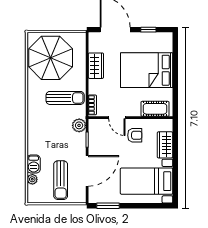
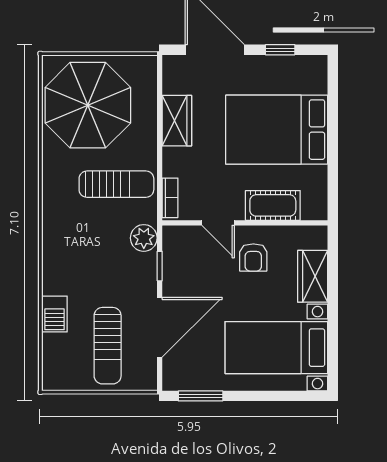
cot: (155, 109) -> (273, 205), moved
armchair: (135, 135) -> (253, 257), turned 90
plant: (32, 179) -> (52, 344), removed

